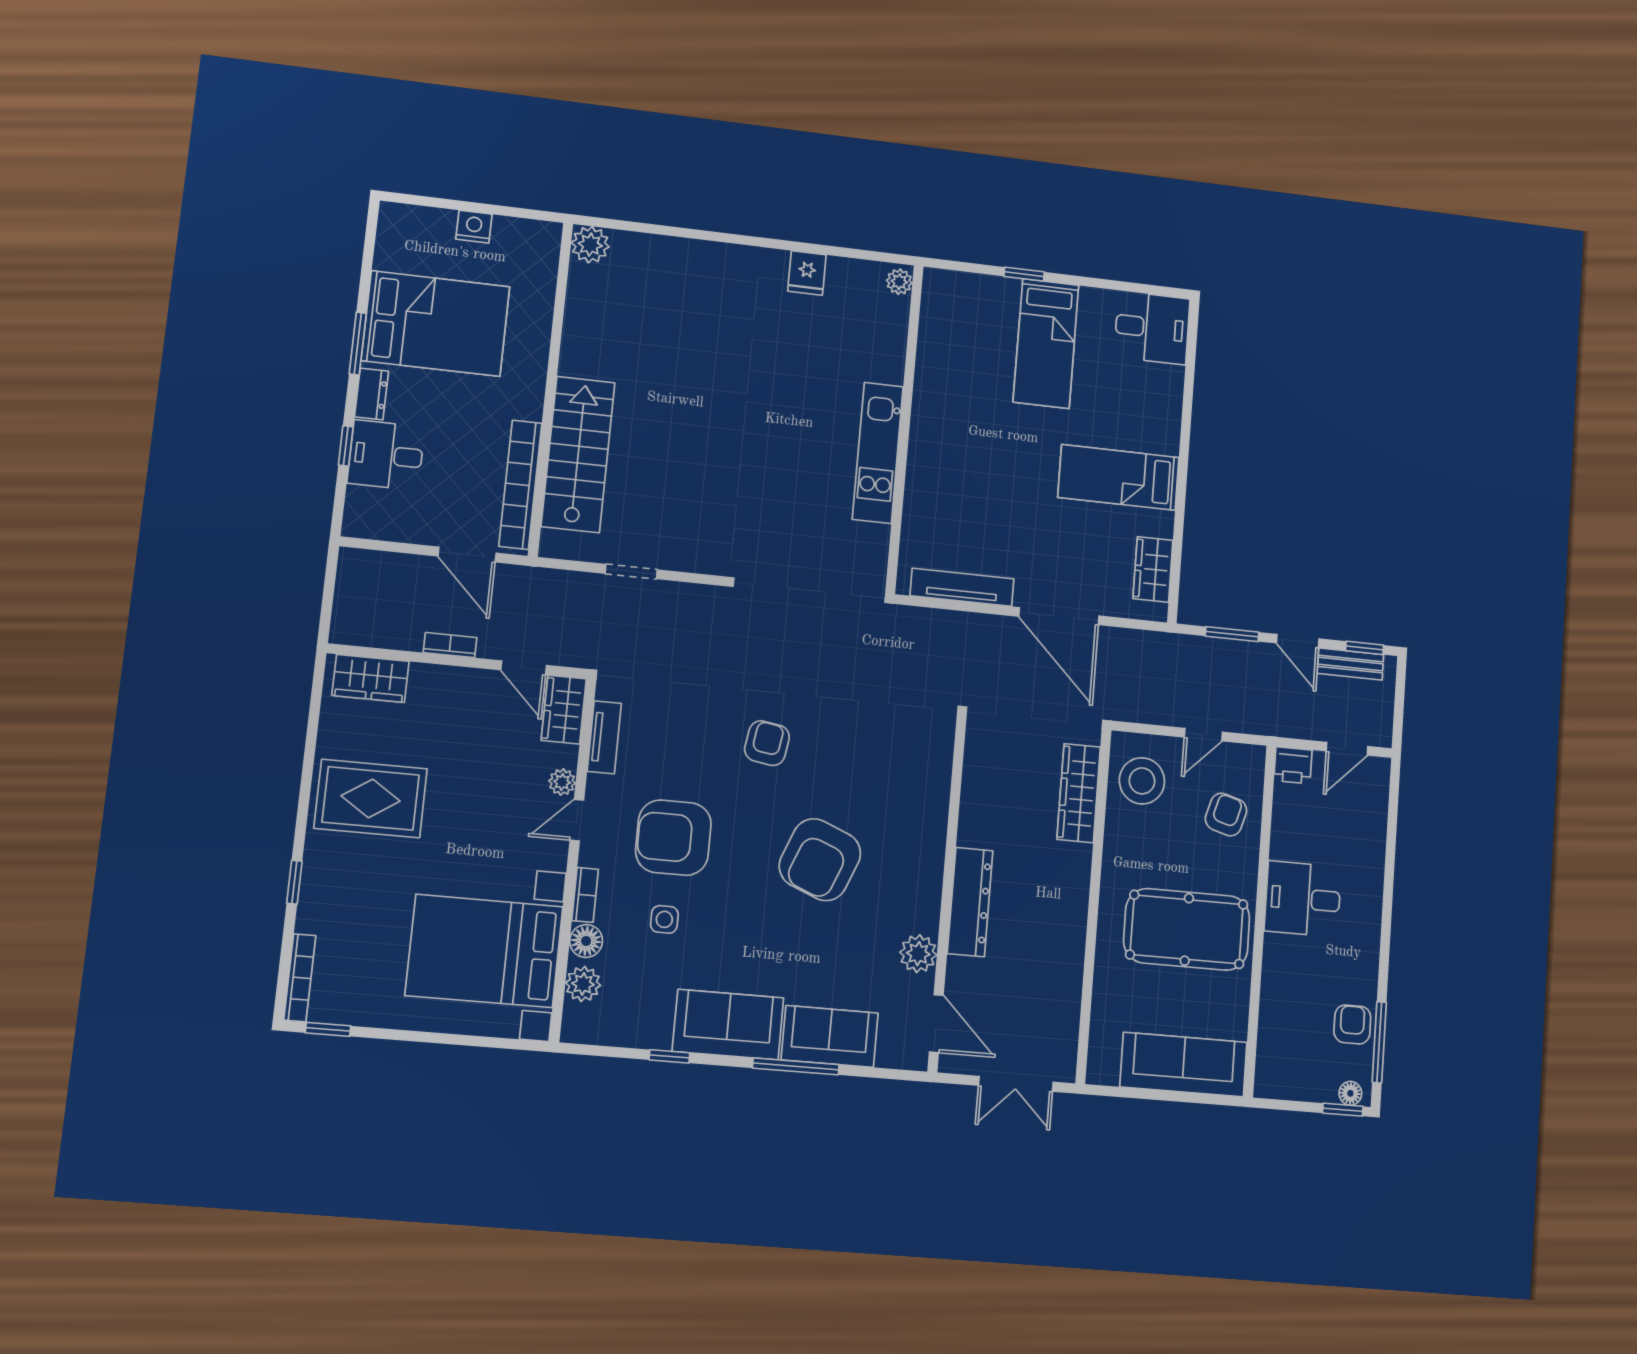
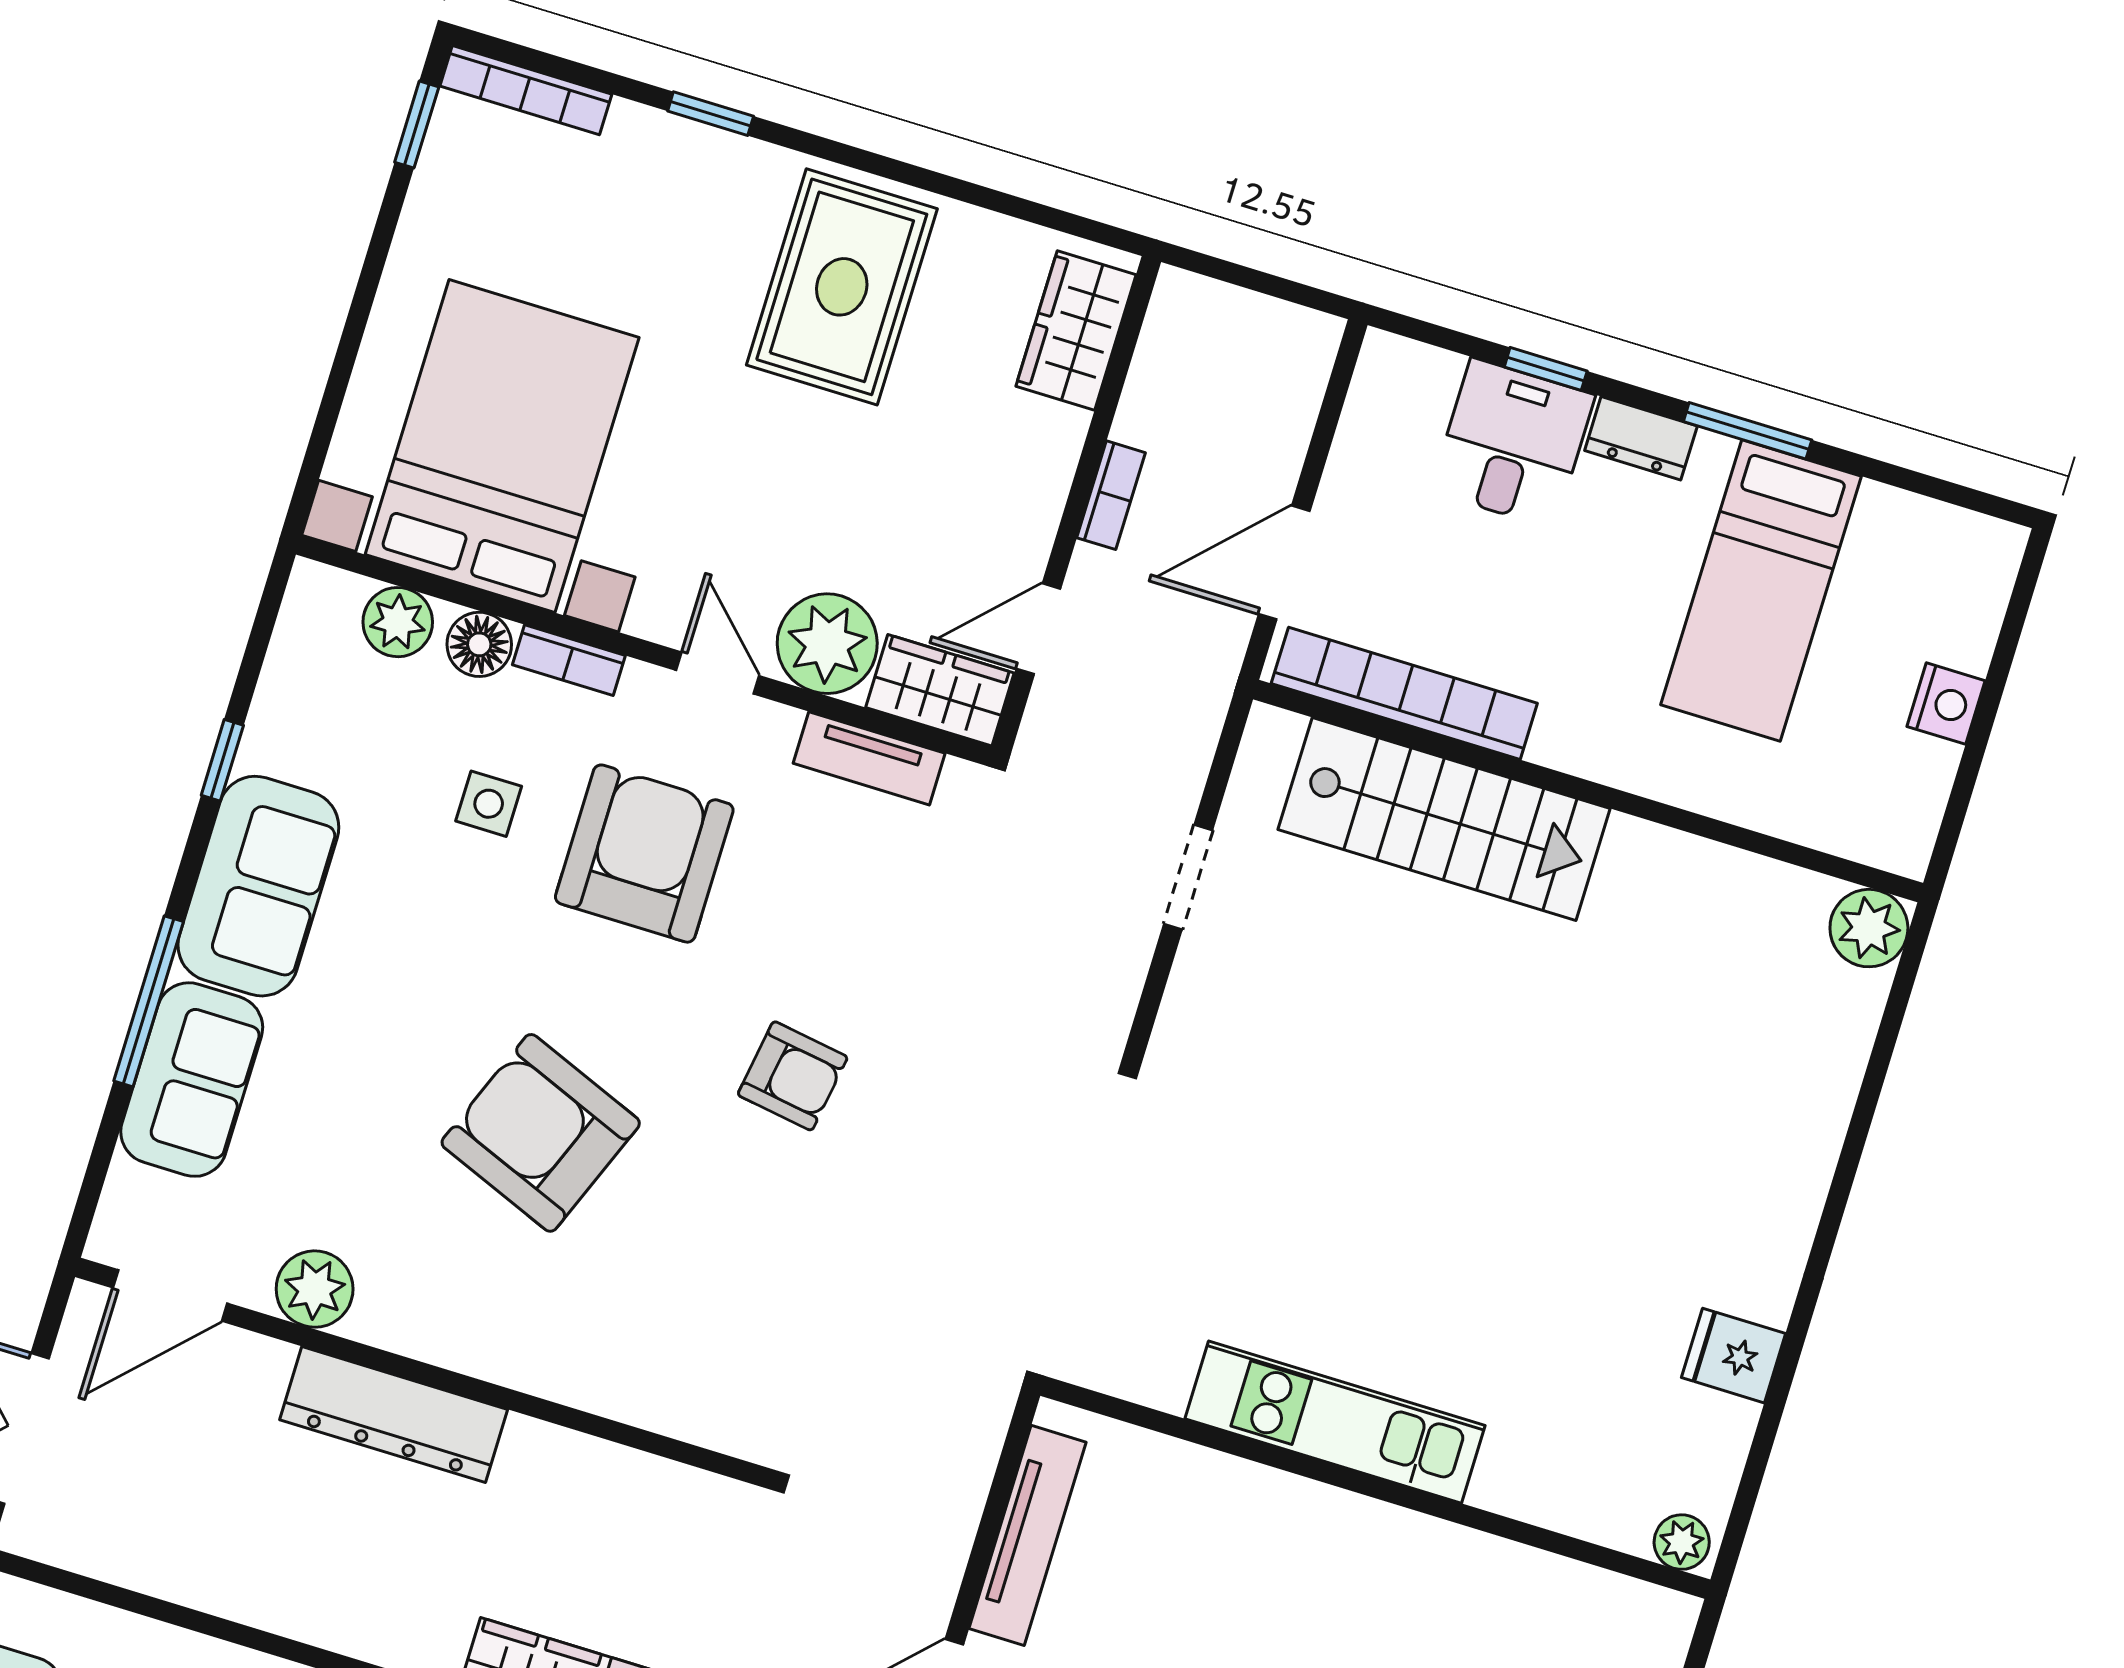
bed: (436, 324) -> (1761, 590), width x0.67
plant: (562, 782) -> (827, 644), width x1.88, depth x1.88

